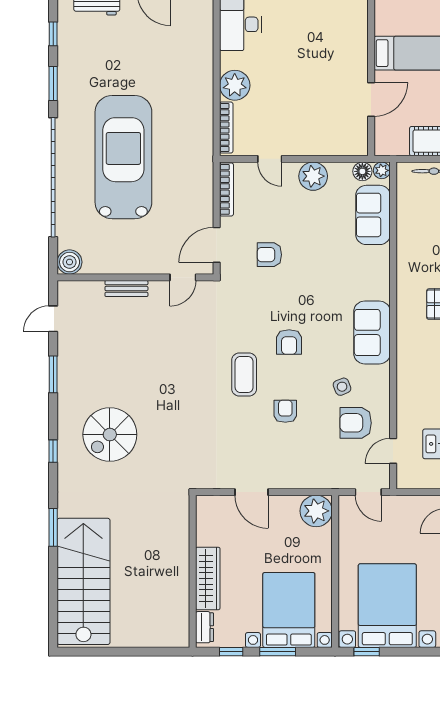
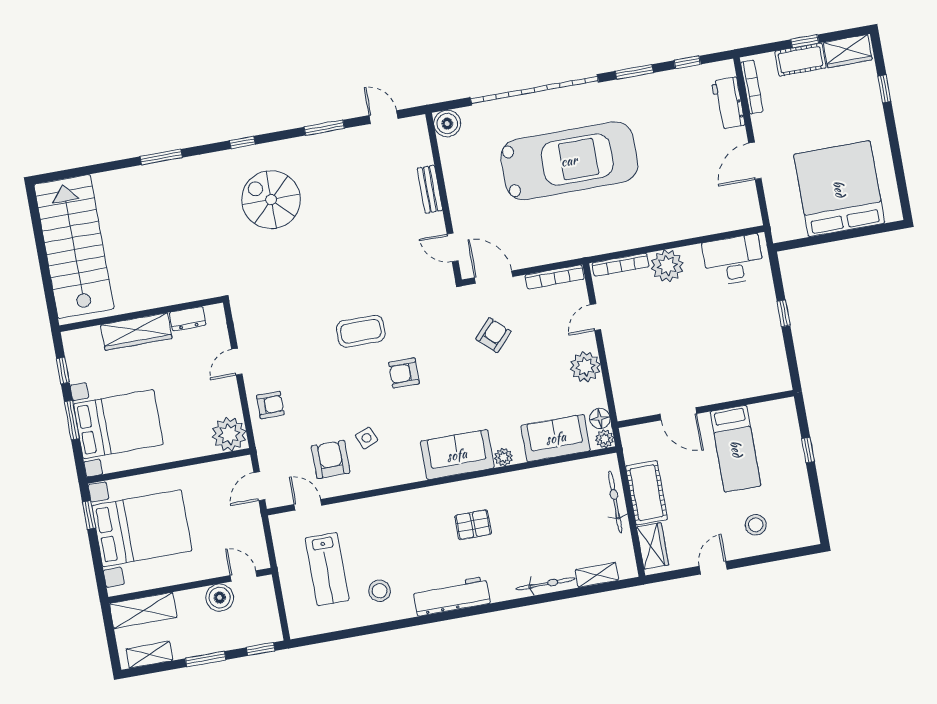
armchair: (269, 255) -> (493, 335), turned 43
plant: (382, 265) -> (503, 457), added
sofa: (372, 332) -> (457, 455), moved
armchair: (285, 411) -> (270, 405), moved
door: (251, 492) -> (237, 362), width x0.73
stairs: (83, 581) -> (74, 247), moved, turned -90
dresser: (204, 627) -> (188, 319), moved

